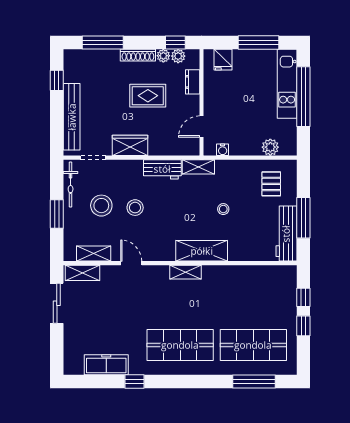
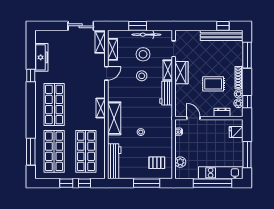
rug: (148, 96) -> (213, 84), turned 90
bench: (72, 117) -> (222, 35), moved
shelving: (198, 167) -> (168, 70), moved
bicycle: (71, 185) -> (146, 35), moved
window: (303, 218) -> (147, 183), moved
workbench: (286, 234) -> (114, 161), moved, turned 90
shop shelf: (253, 295) -> (86, 151), added

